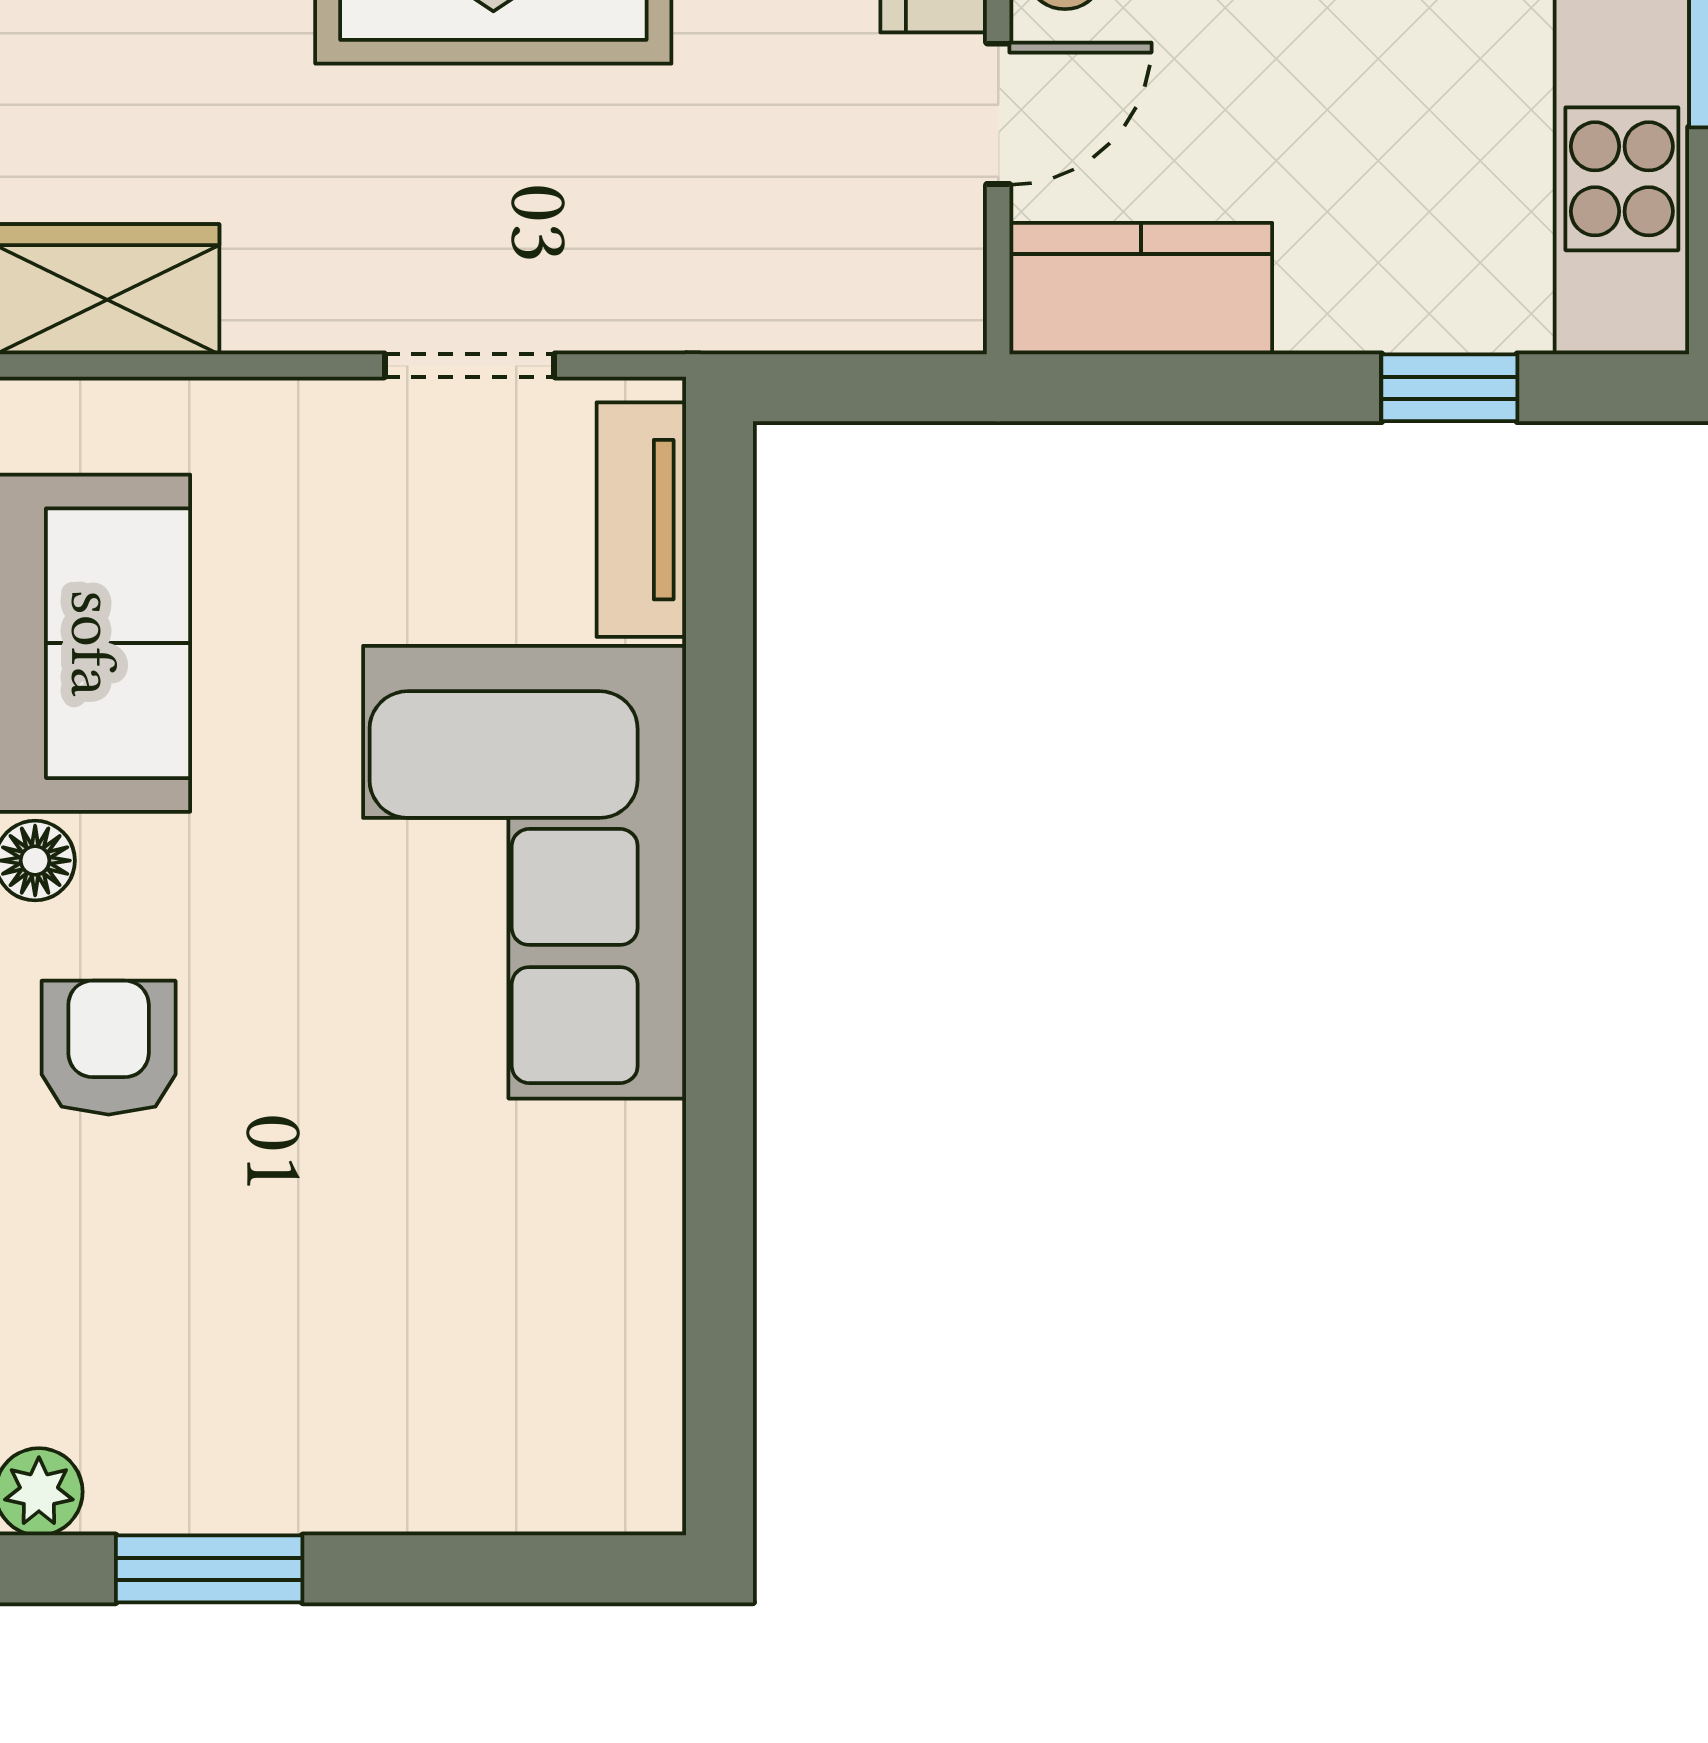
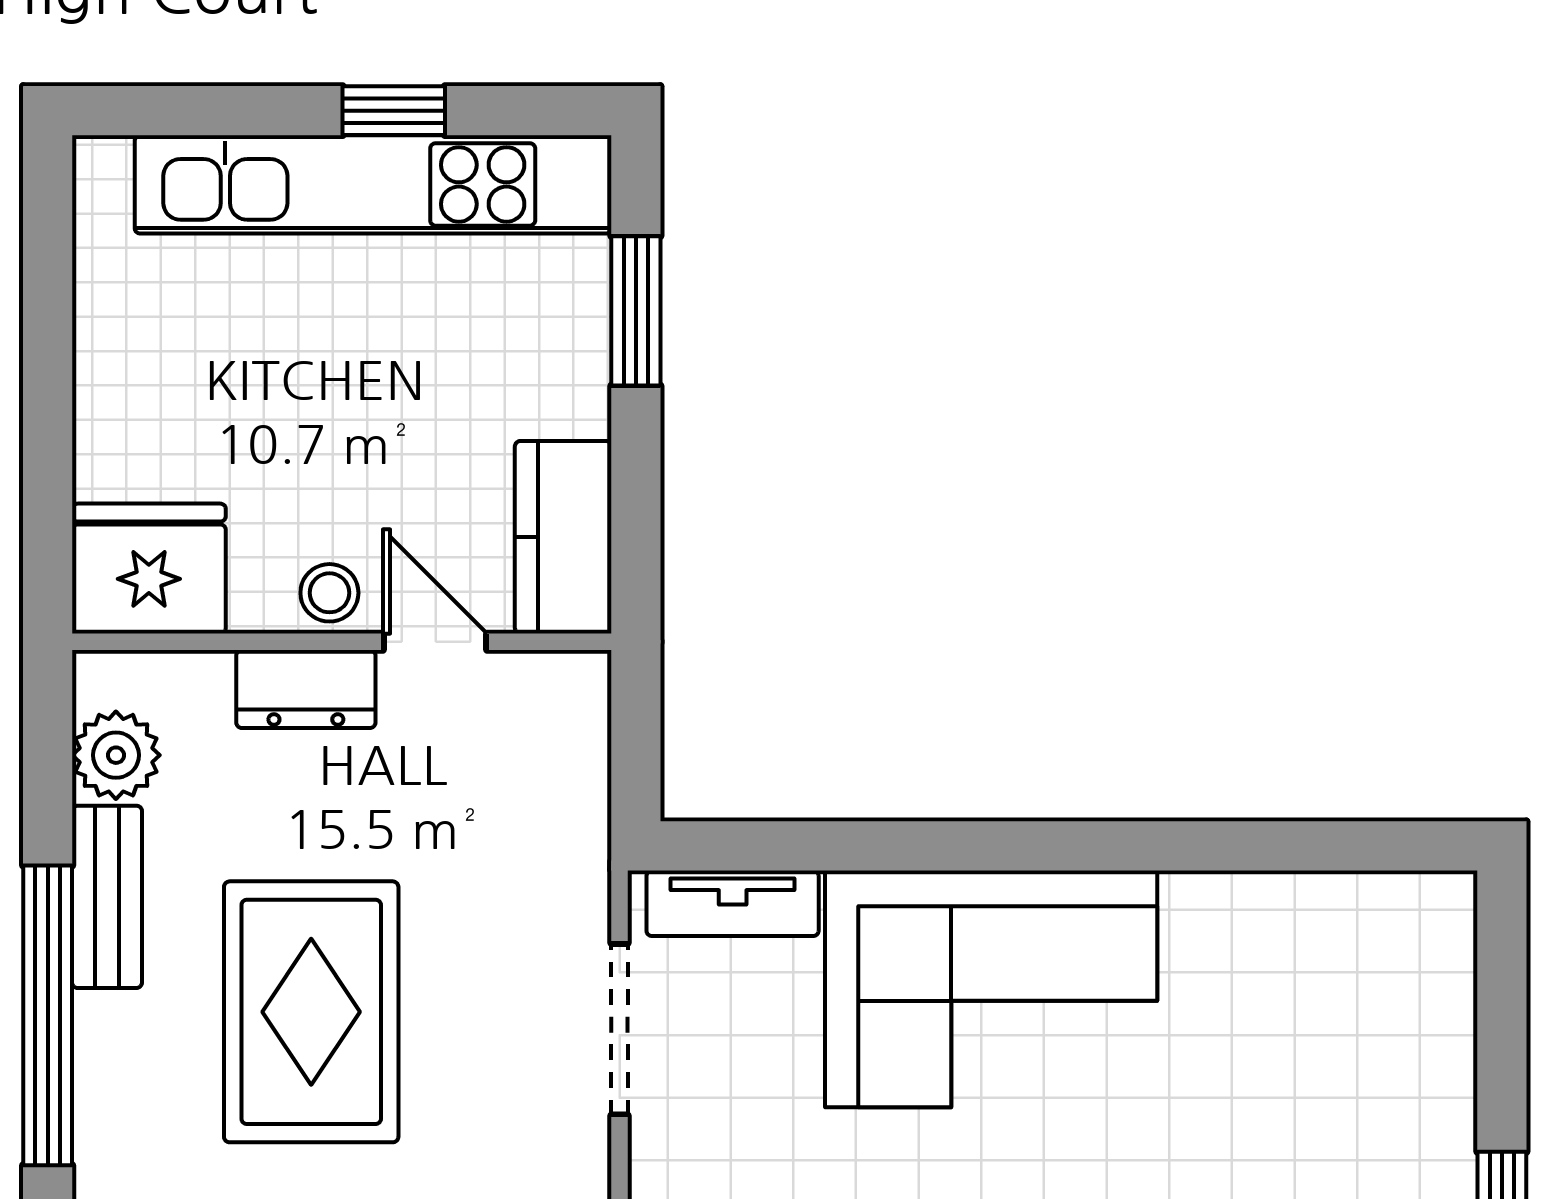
doorway: (470, 365) -> (620, 1029), width x1.38
window: (1449, 388) -> (636, 311), width x1.50

